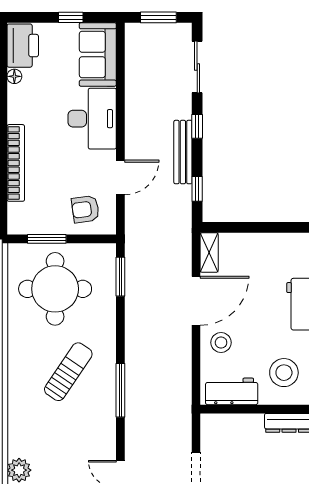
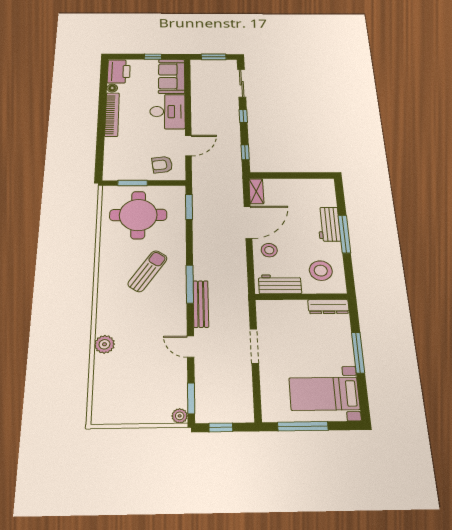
bench: (183, 152) -> (201, 304), moved
bookcase: (16, 163) -> (112, 115), moved

